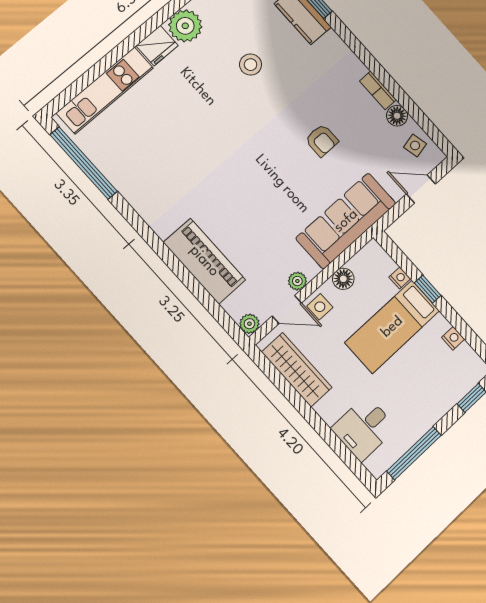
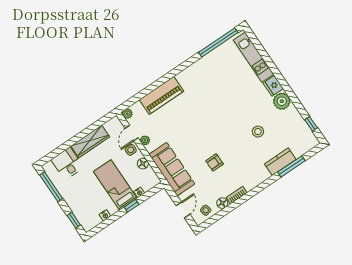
wardrobe: (297, 370) -> (90, 141), moved

